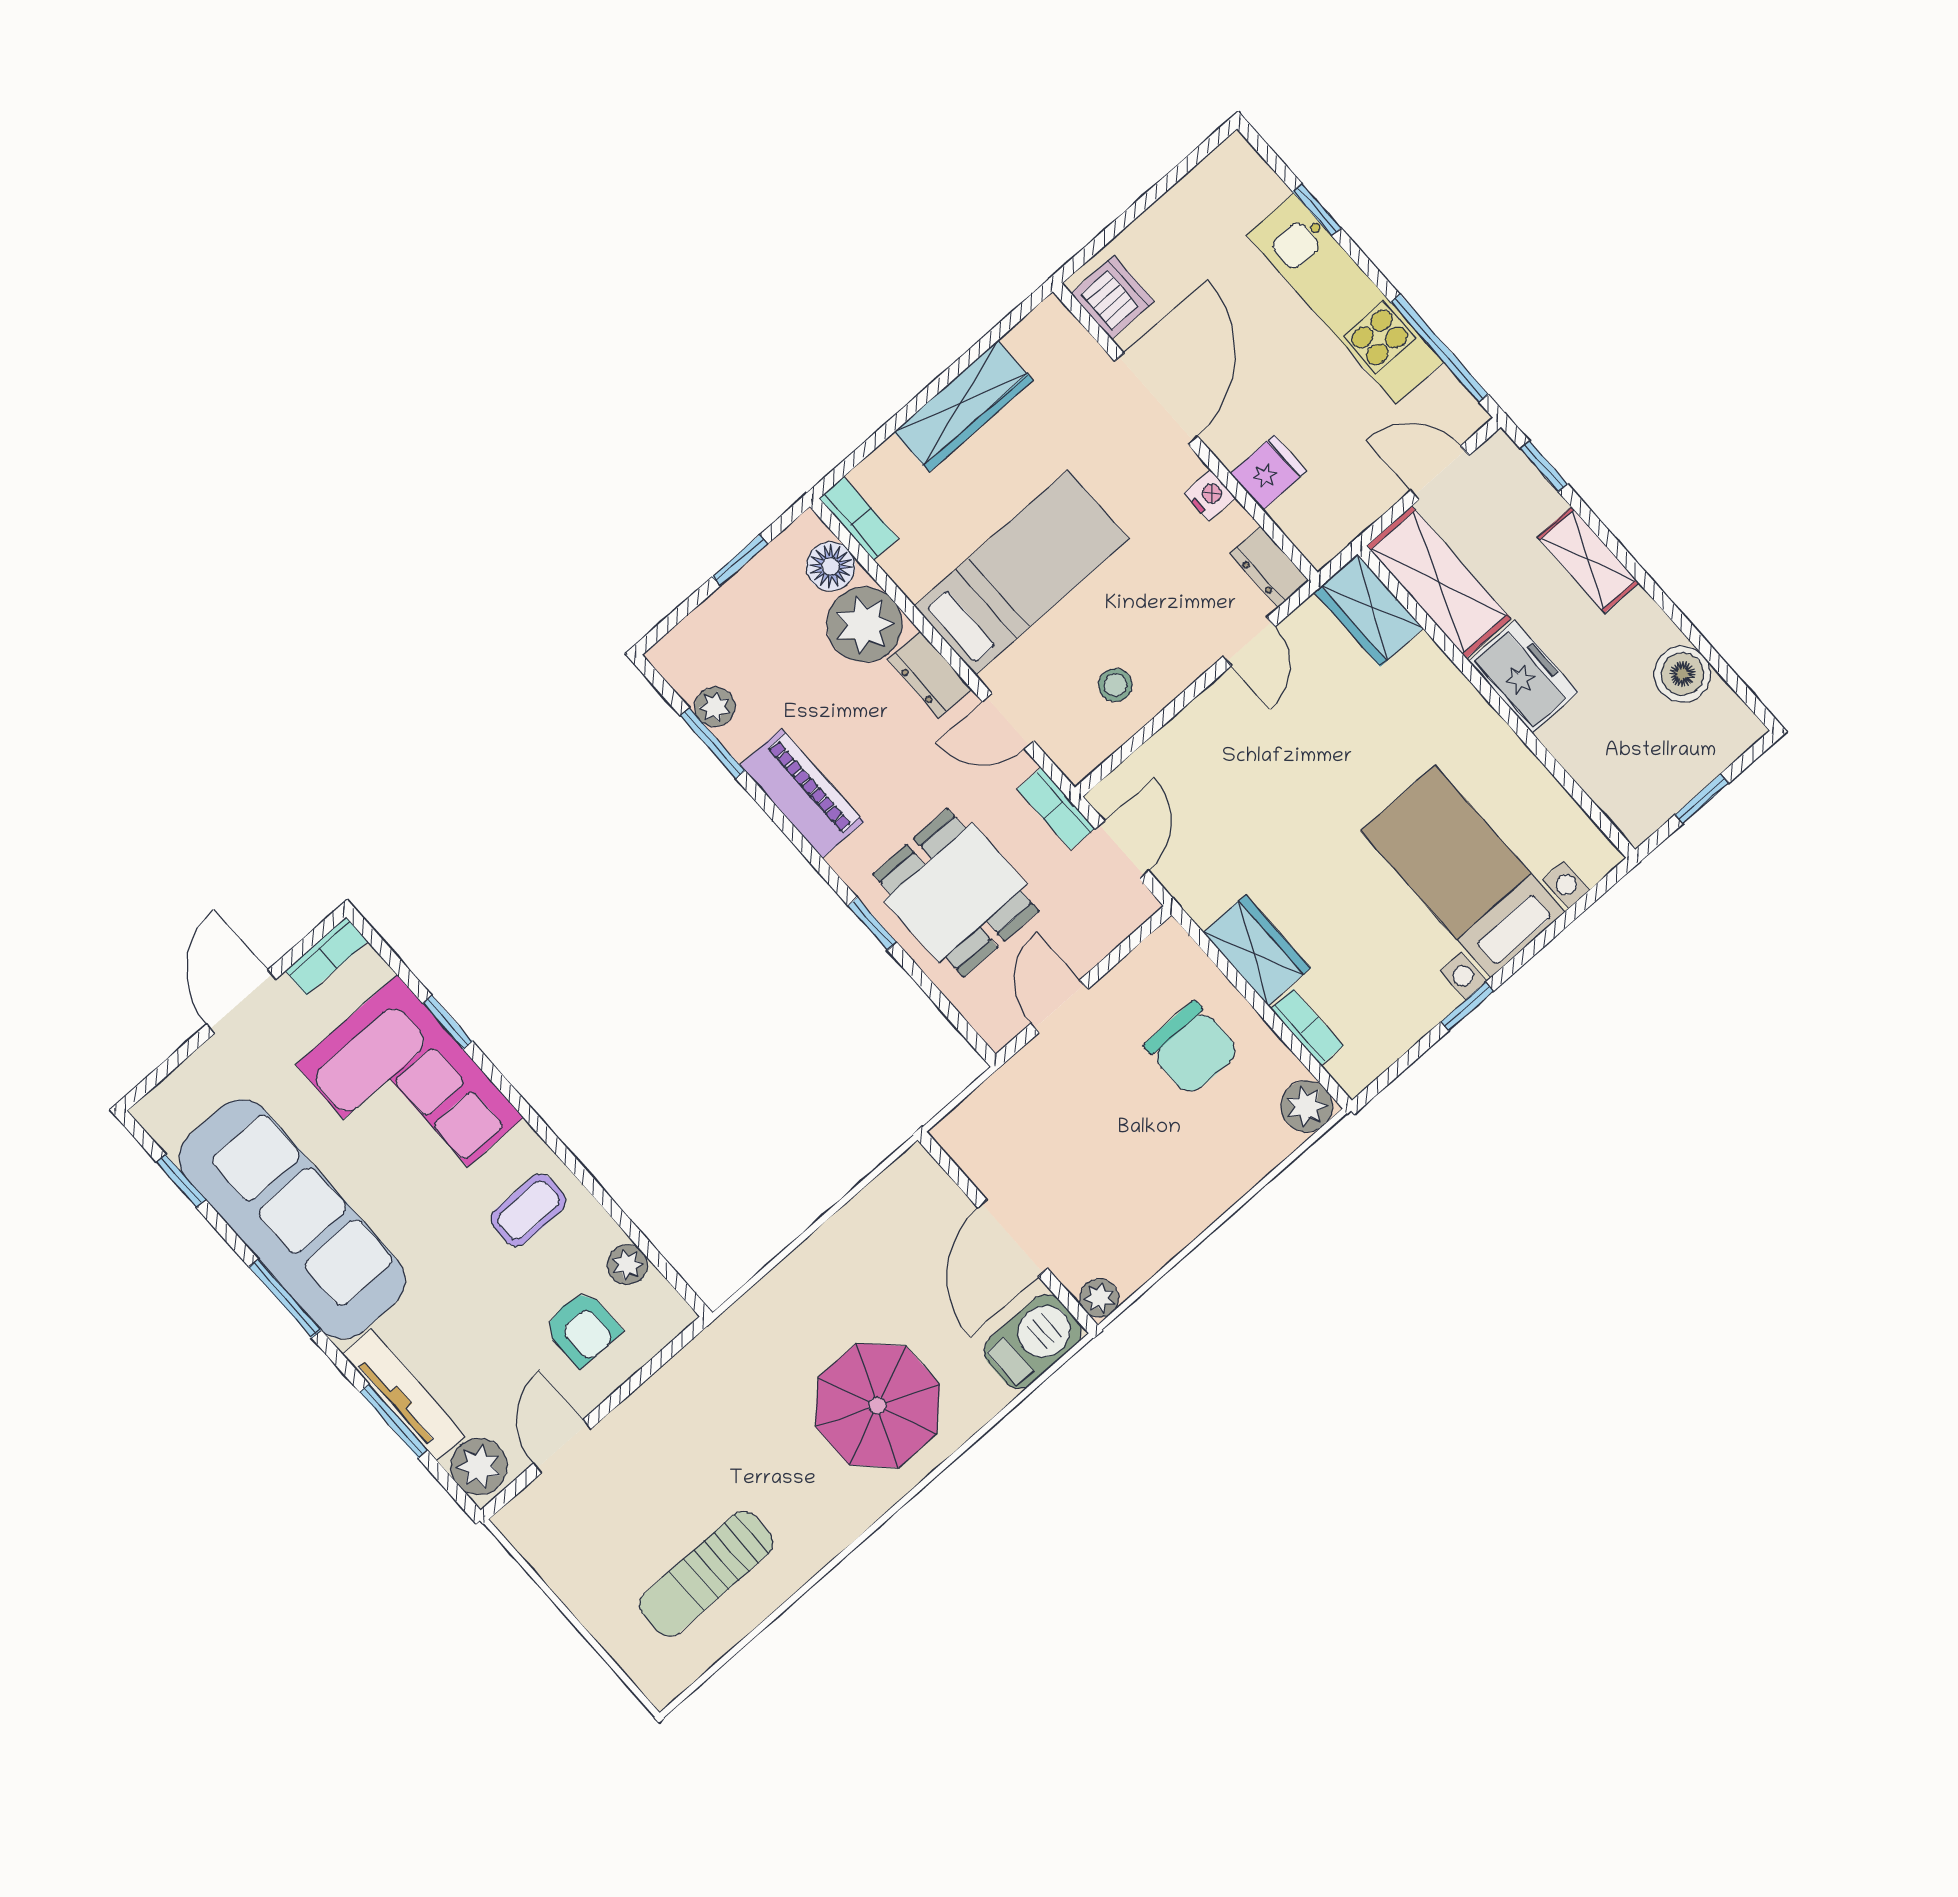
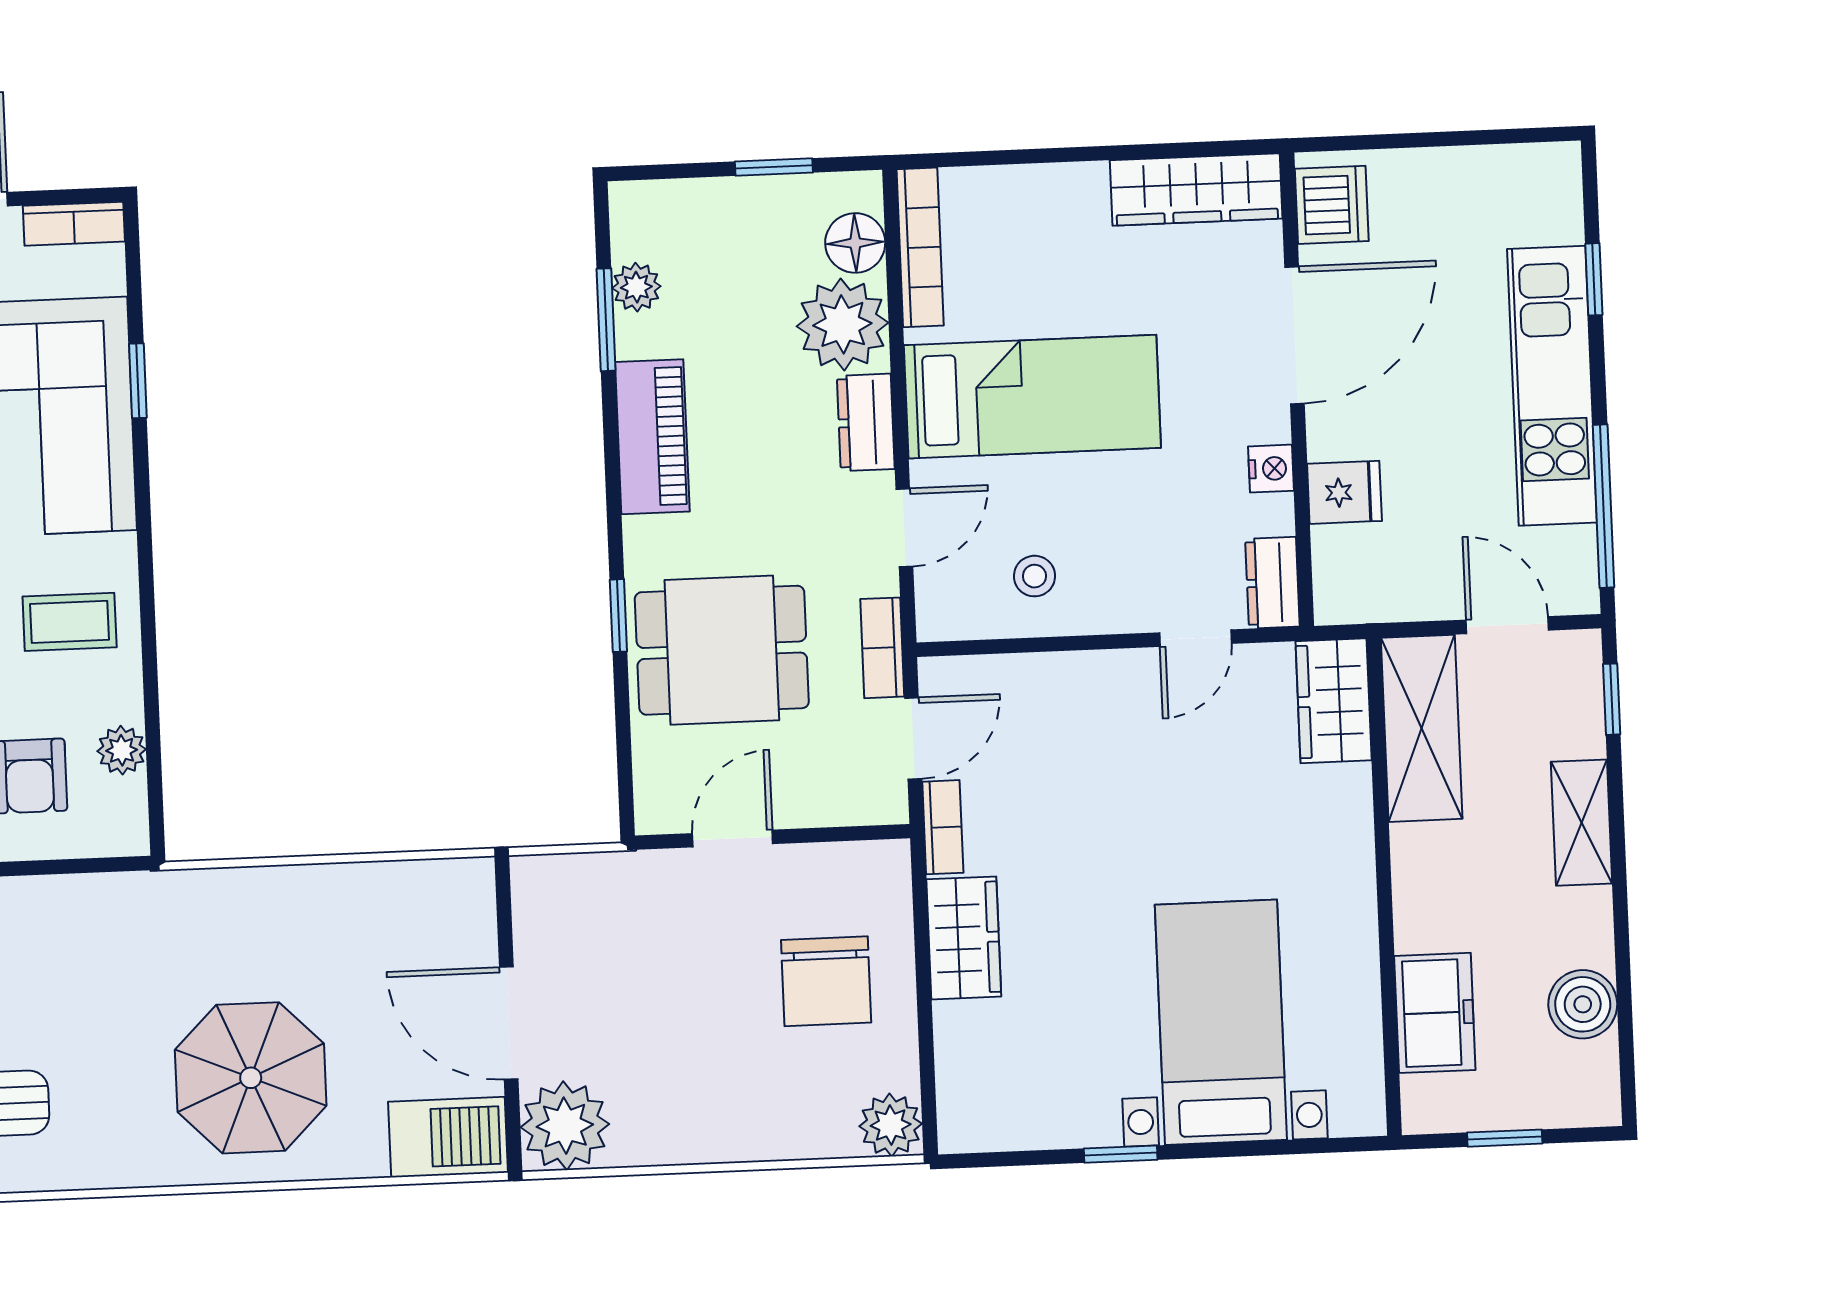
wardrobe: (964, 406) -> (1196, 189), moved
bookcase: (859, 518) -> (920, 247), width x1.56
freezer: (1524, 677) -> (1435, 1013), moved
door: (1008, 721) -> (904, 528), swing flipped
dining table: (956, 893) -> (722, 650), turned 90
bookcase: (1307, 1027) -> (943, 827), moved
door: (1013, 1238) -> (509, 1023), hinge flipped
plant: (1099, 1298) -> (565, 1126), width x1.88, depth x1.88

